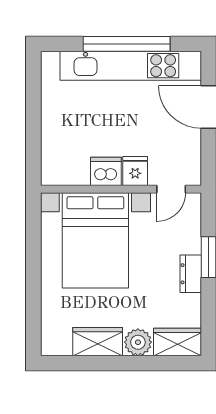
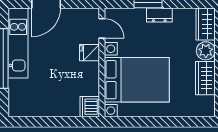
kitchen unit: (131, 66) -> (18, 43), width x0.73
dishwasher: (106, 171) -> (90, 107), moved

